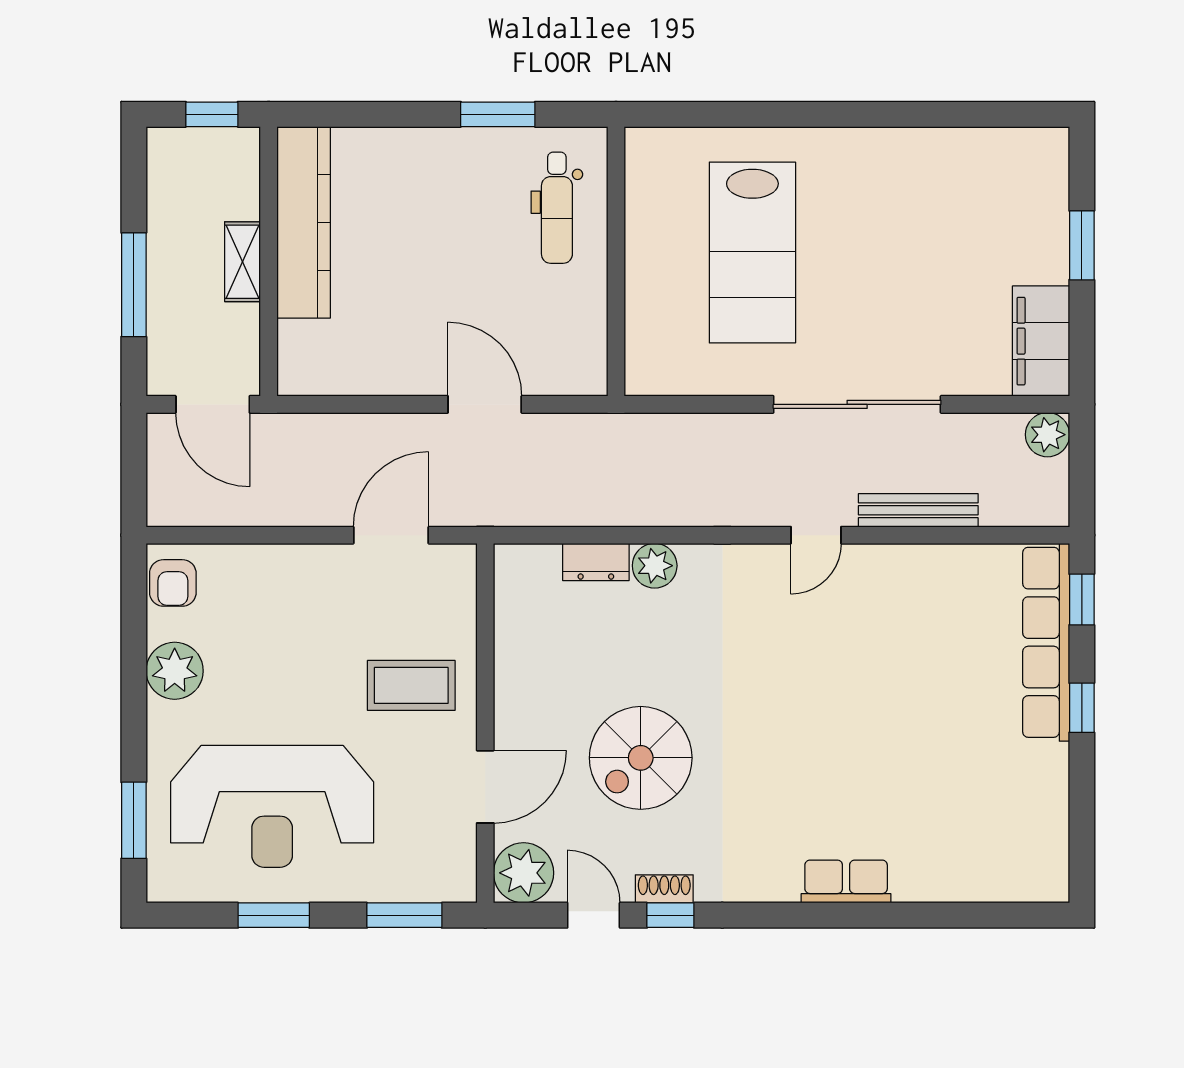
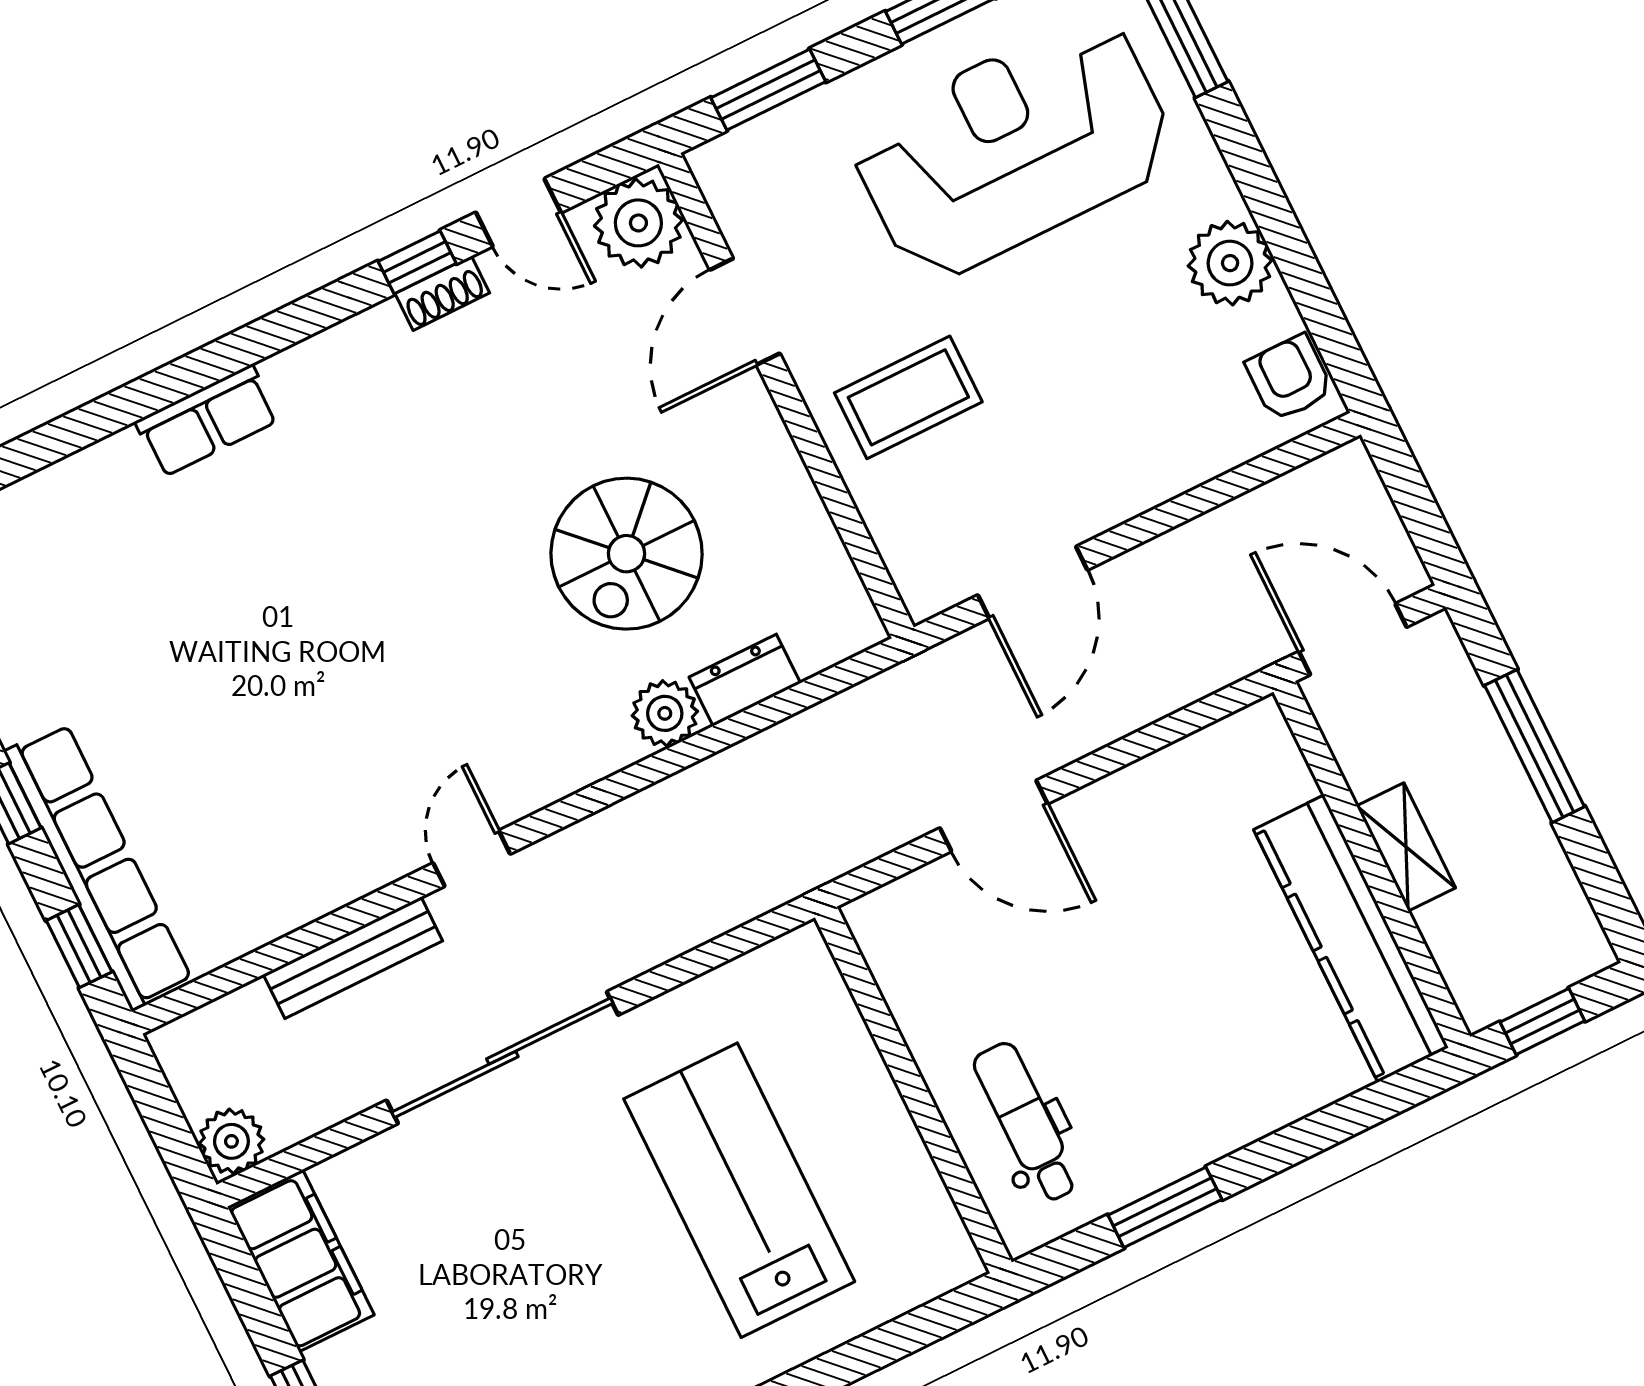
spiral stairs: (641, 758) -> (627, 554), moved, turned 180

